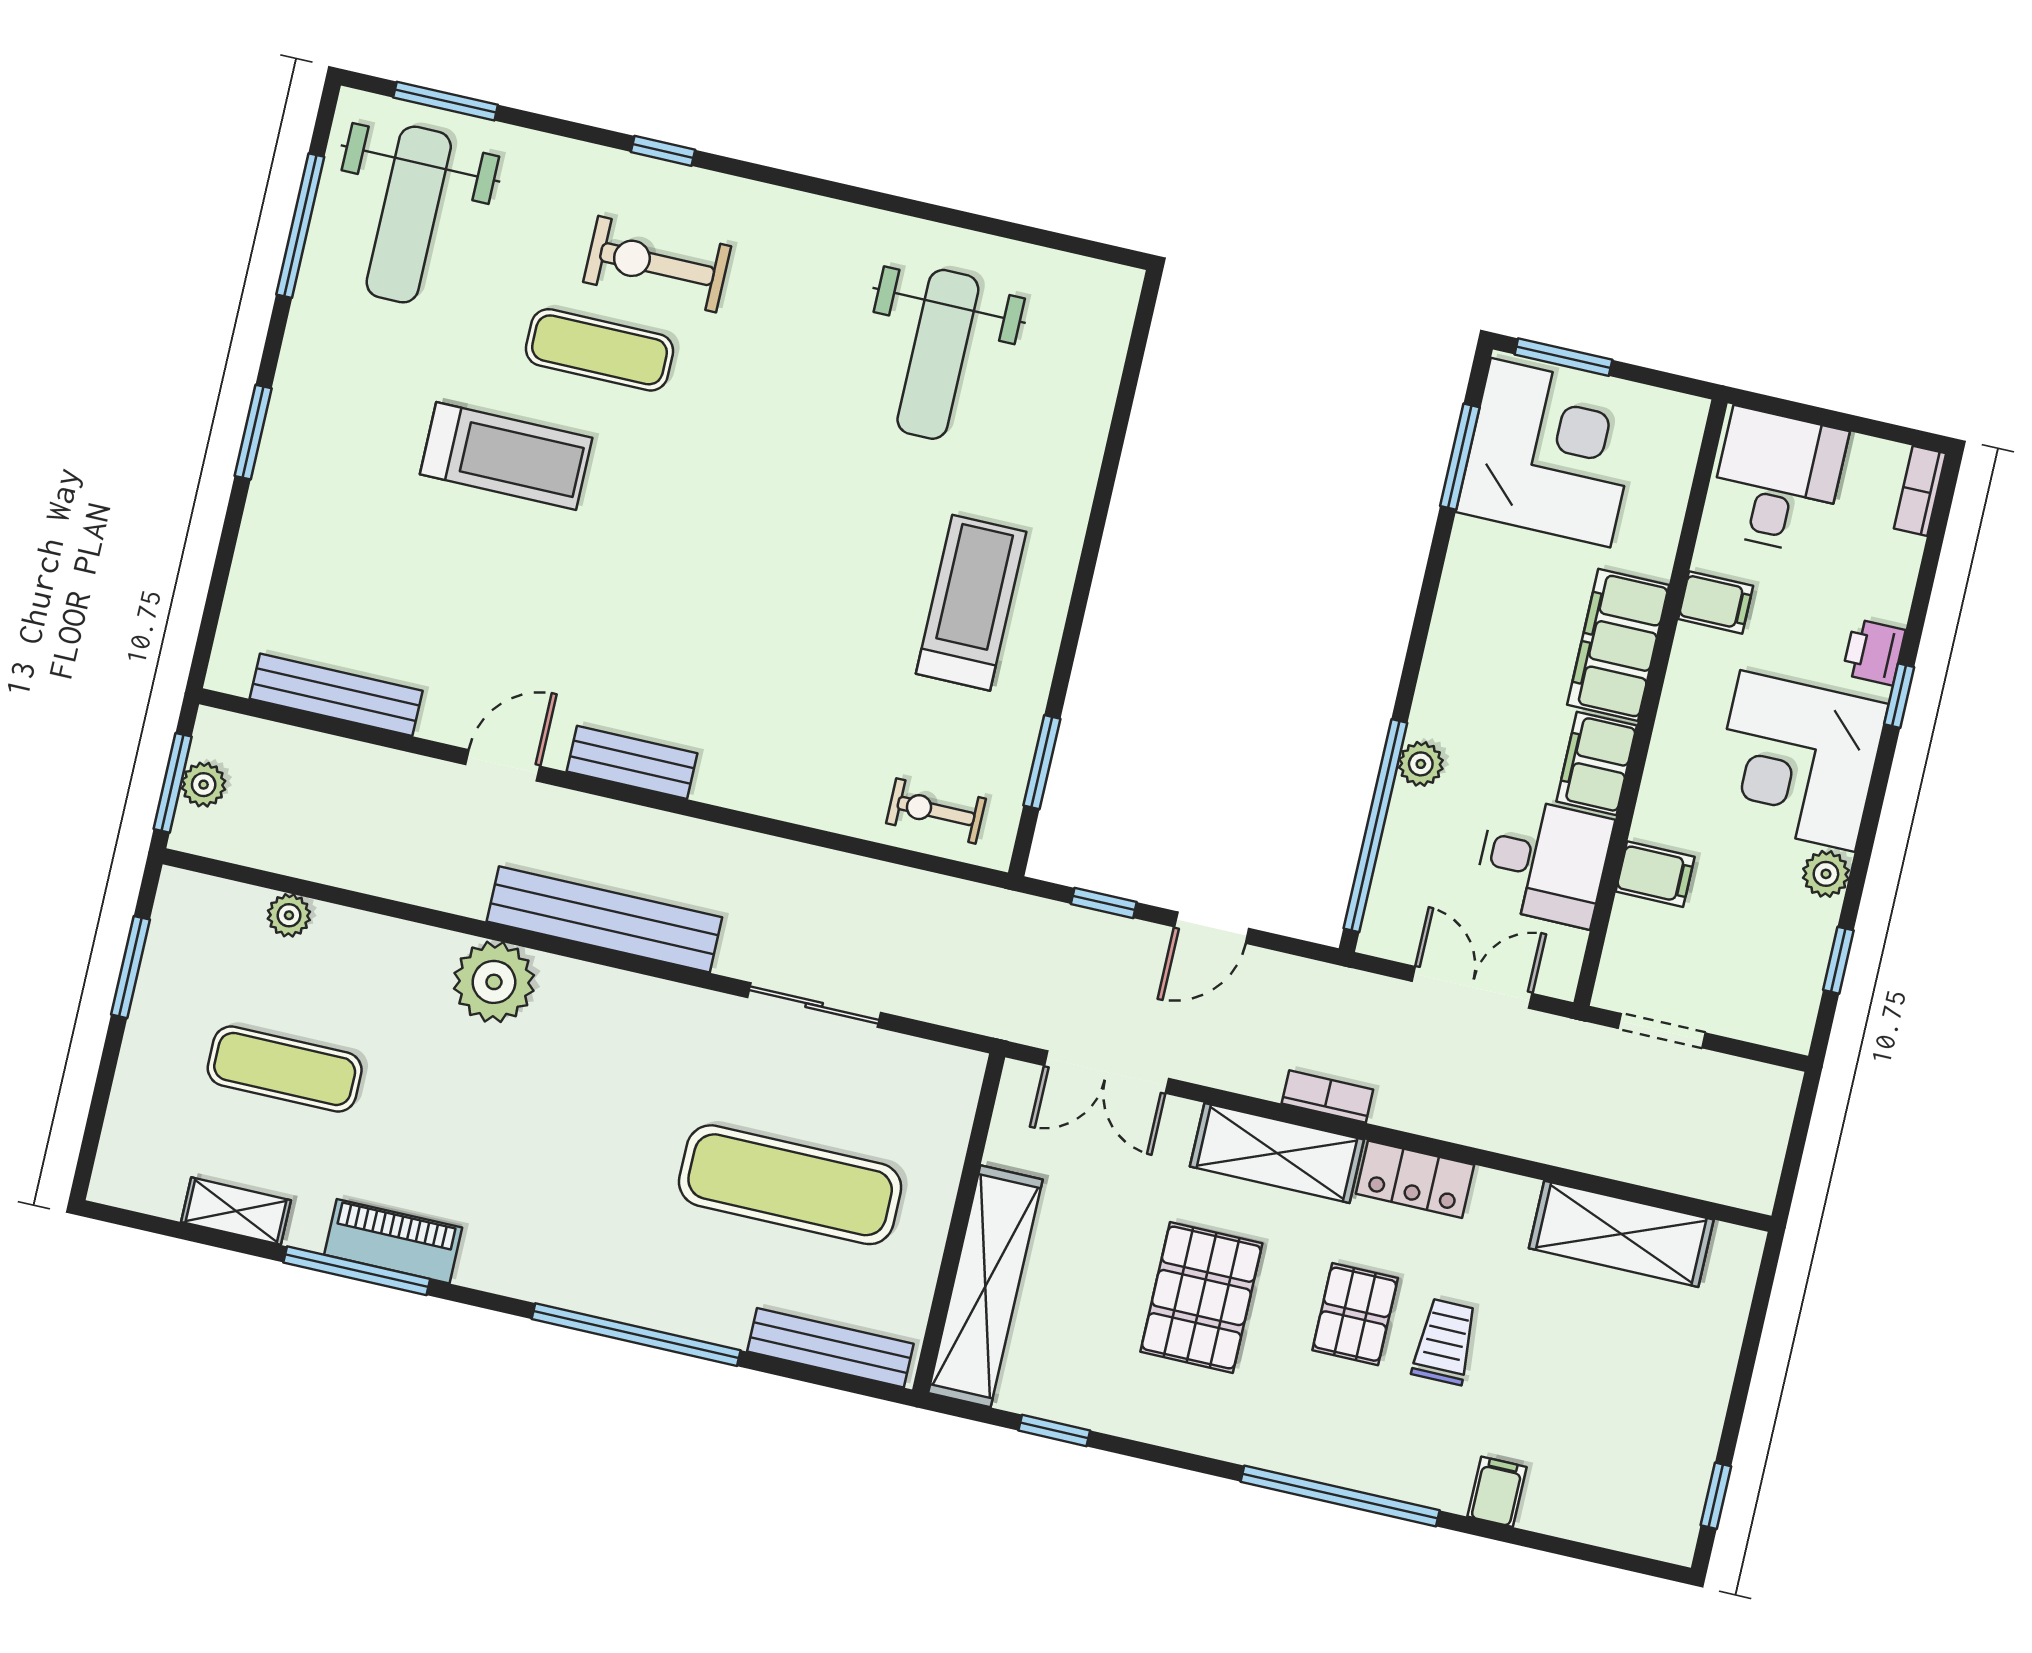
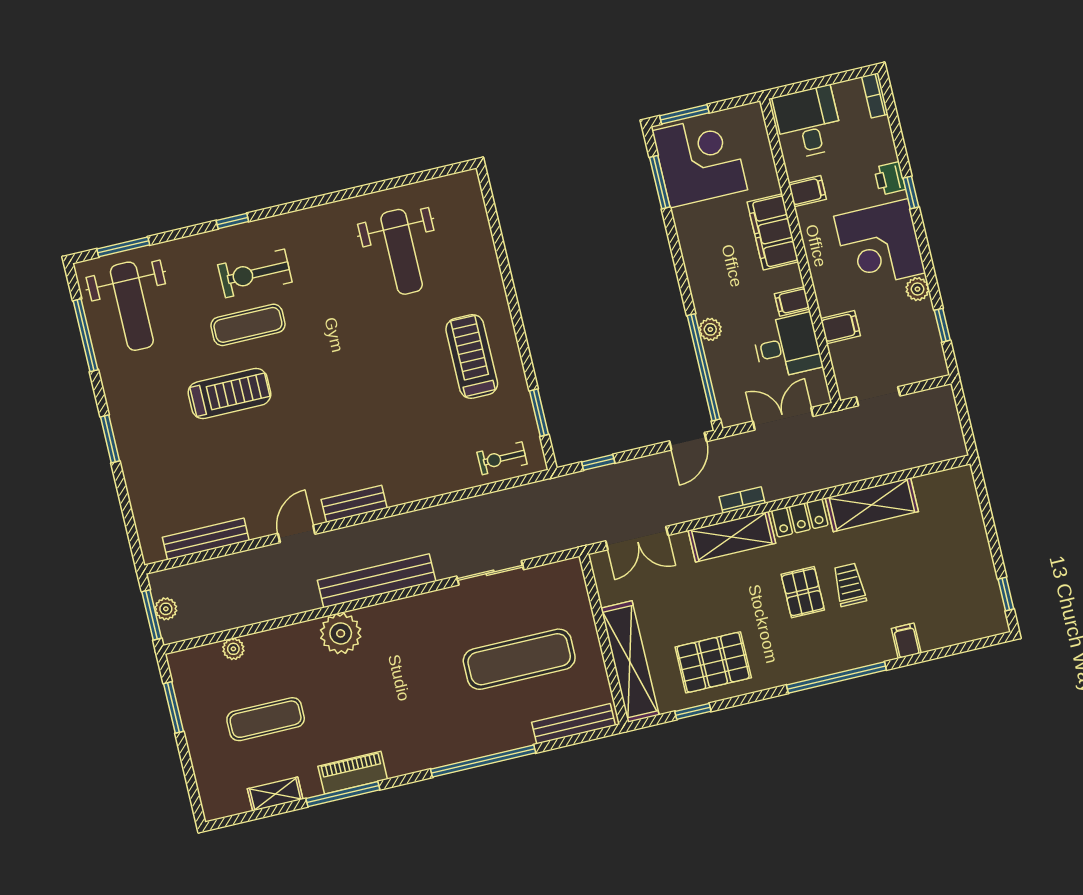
filing cabinet: (1597, 763) -> (792, 301), width x0.50
door: (1212, 928) -> (688, 441), moved
shelving: (1621, 1234) -> (872, 505), moved
pallet: (1201, 1298) -> (713, 662), moved, turned 90

